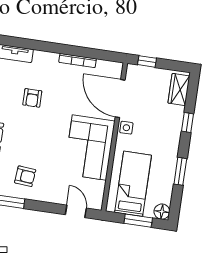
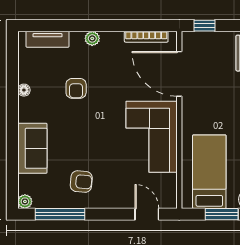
plant: (52, 58) -> (92, 38), added
bookcase: (78, 61) -> (146, 37), moved
side table: (126, 128) -> (192, 107), removed

